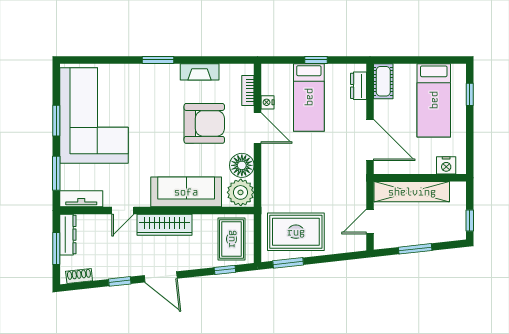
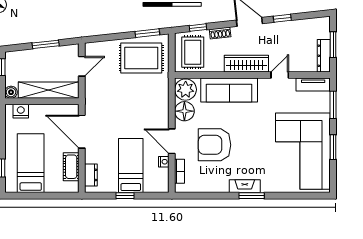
fireplace: (200, 72) -> (245, 186), moved
cot: (383, 81) -> (71, 167), moved
boiler: (458, 189) -> (11, 92), added
shoe rack: (79, 276) -> (220, 33), moved

